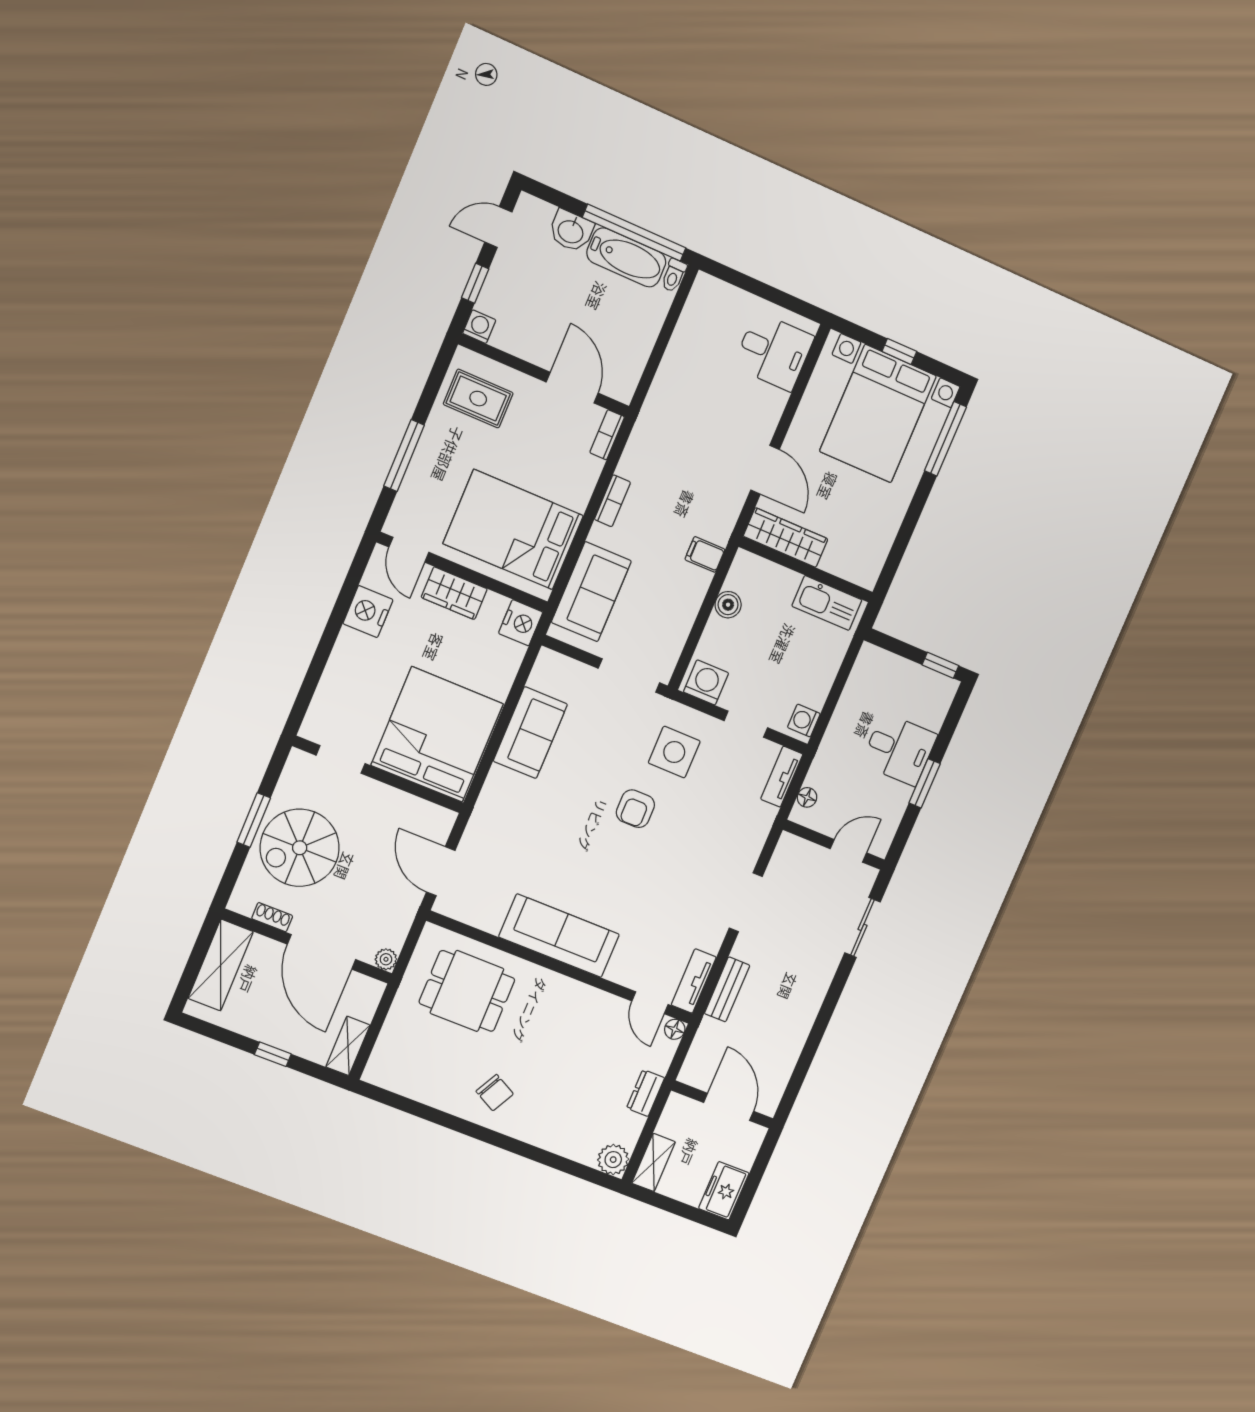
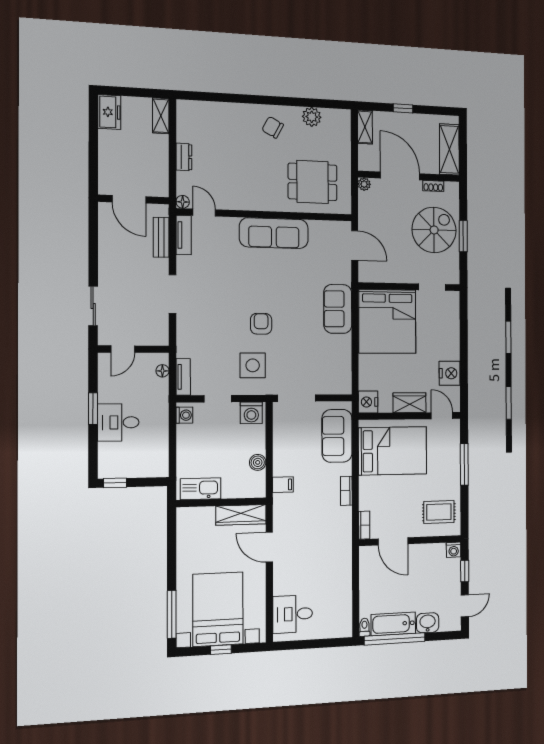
sofa: (530, 733) -> (338, 309), moved
wall: (722, 1104) -> (134, 199), moved
door: (729, 1107) -> (129, 199), moved
plant: (613, 1160) -> (312, 117), moved

